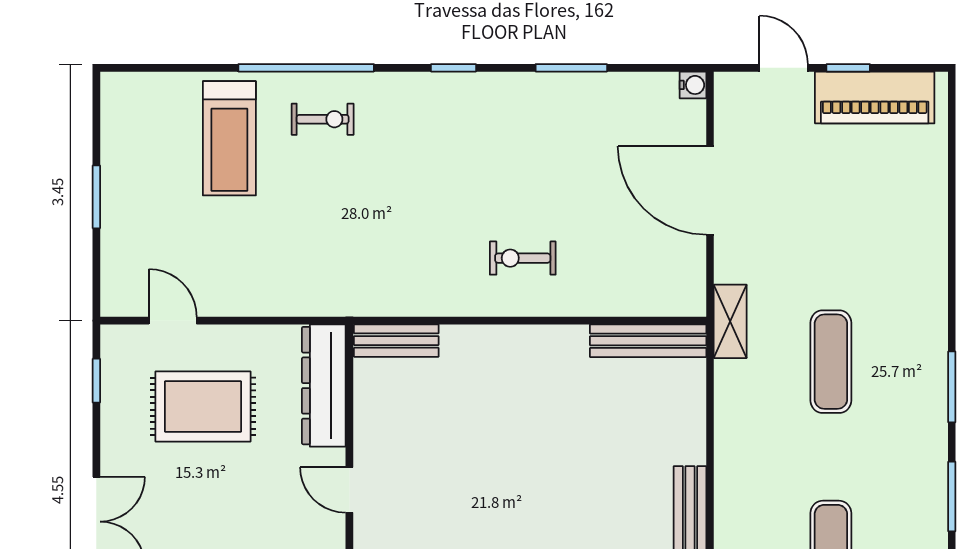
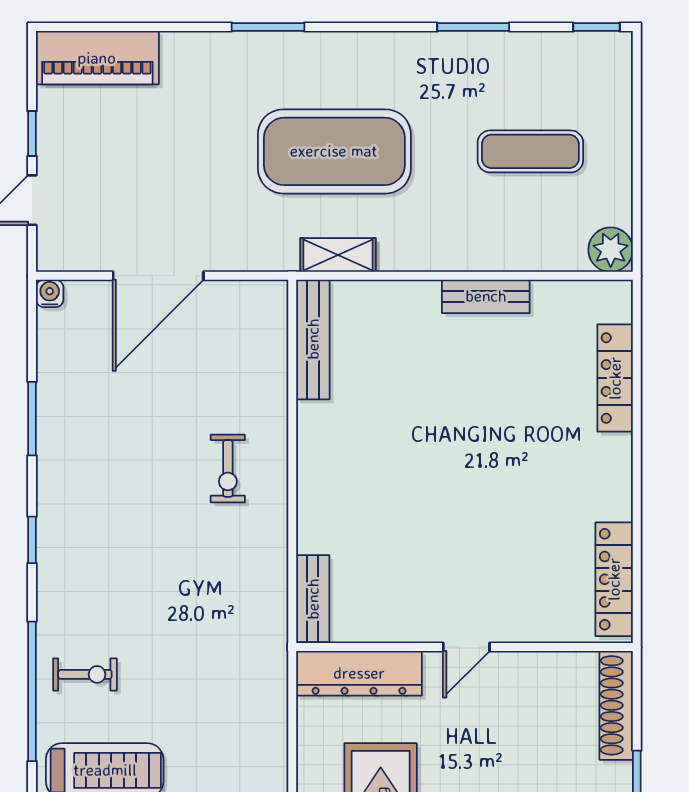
piano: (875, 98) -> (97, 58), moved, turned 90
exercise bike: (323, 119) -> (85, 674), turned 90
shelving: (730, 321) -> (338, 255), moved
exercise mat: (831, 362) -> (334, 151), width x2.00, depth x1.45
window: (952, 387) -> (268, 27), moved

